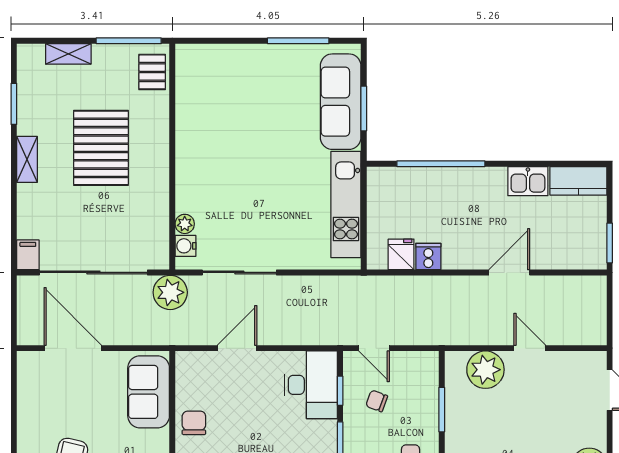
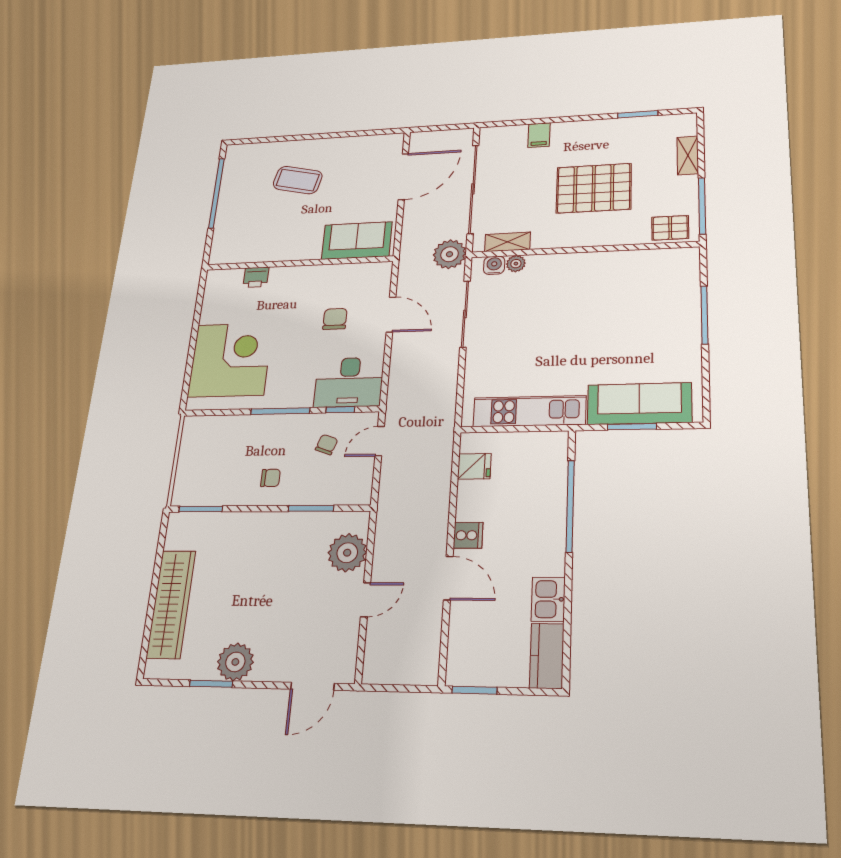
window: (298, 41) -> (704, 315), moved
shelving: (27, 159) -> (507, 242), moved
filing cabinet: (28, 255) -> (539, 135), moved, turned 90
cooker: (428, 256) -> (468, 535), moved
chair: (194, 423) -> (335, 319), moved, turned -90

